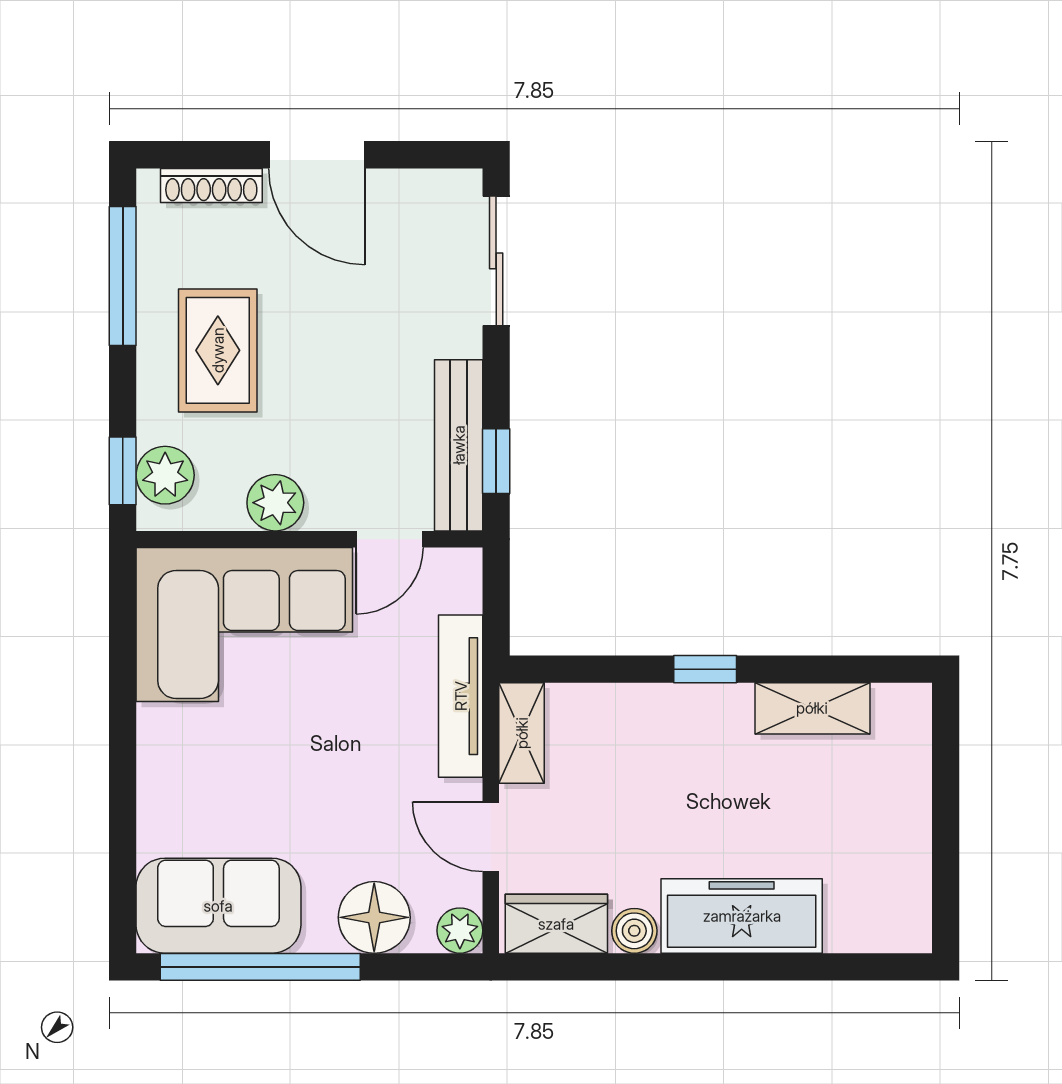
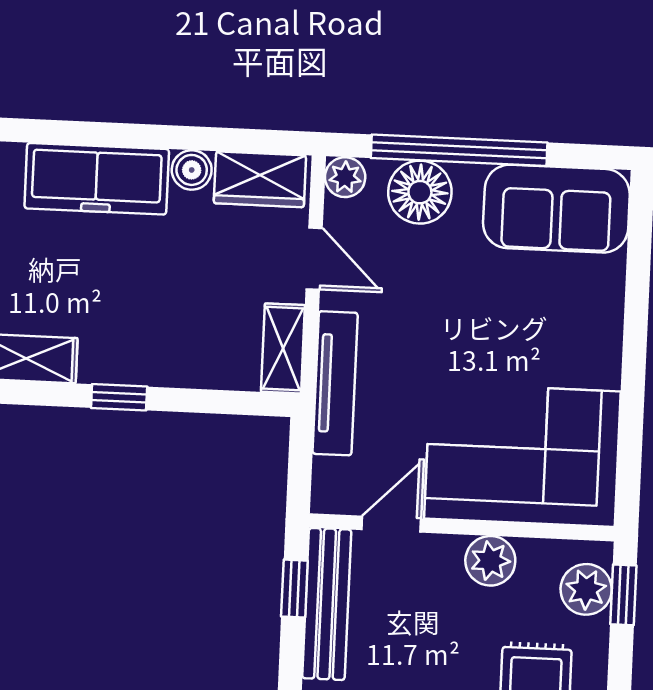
window: (260, 967) -> (459, 150), moved

